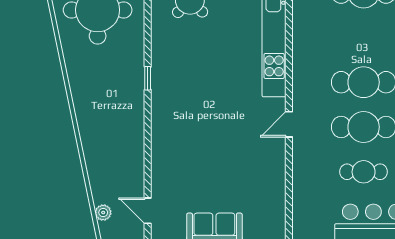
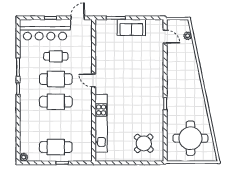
door: (289, 124) -> (94, 80), swing flipped

